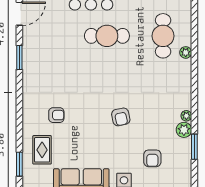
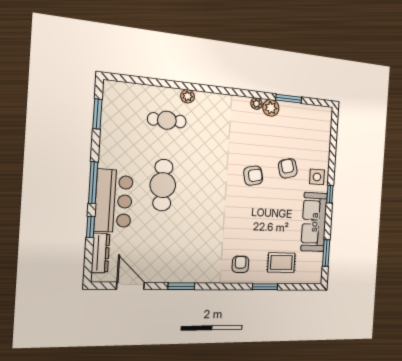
cafe table: (163, 36) -> (167, 120), width x0.73, depth x0.74
armchair: (56, 115) -> (240, 264), moved
armchair: (152, 158) -> (288, 168), moved, turned -105
window: (19, 164) -> (265, 287), moved

